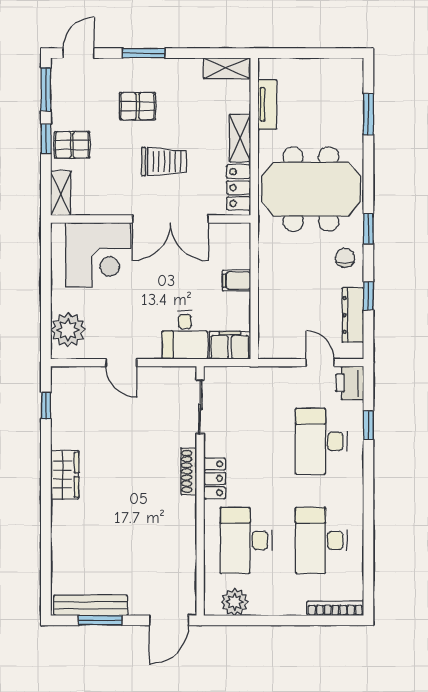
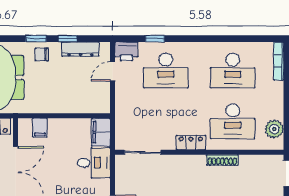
window: (368, 229) -> (36, 39), moved
filing cabinet: (237, 281) -> (40, 128), moved
shoe rack: (189, 471) -> (222, 160), moved

